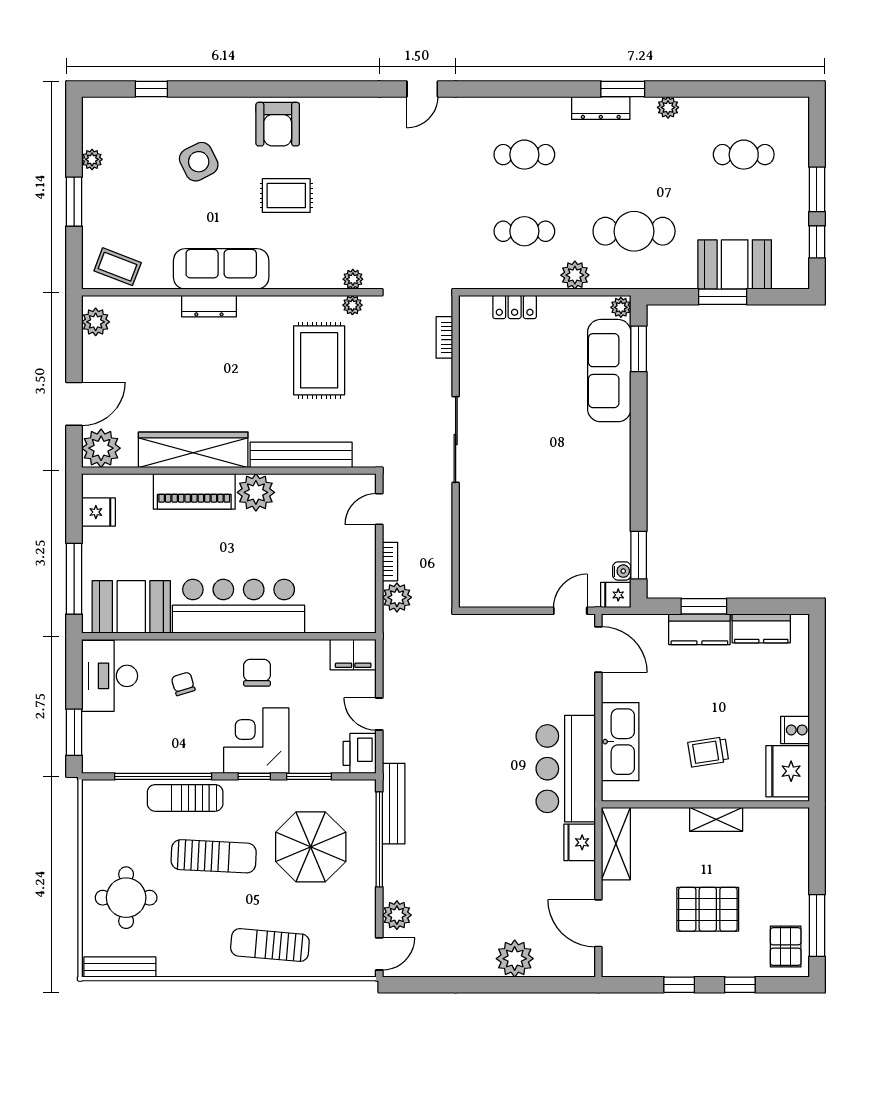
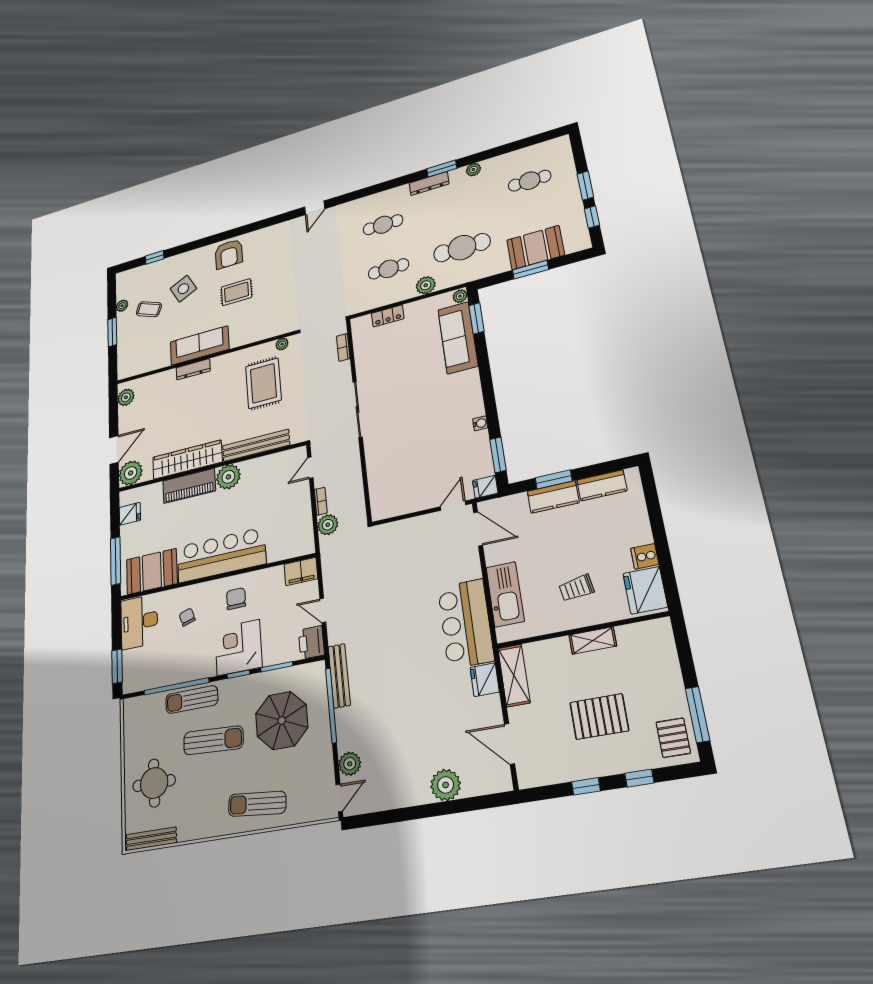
coffee table: (118, 267) -> (149, 309), moved
plant: (353, 279) -> (281, 329), removed
water cooler: (622, 571) -> (480, 423), moved

